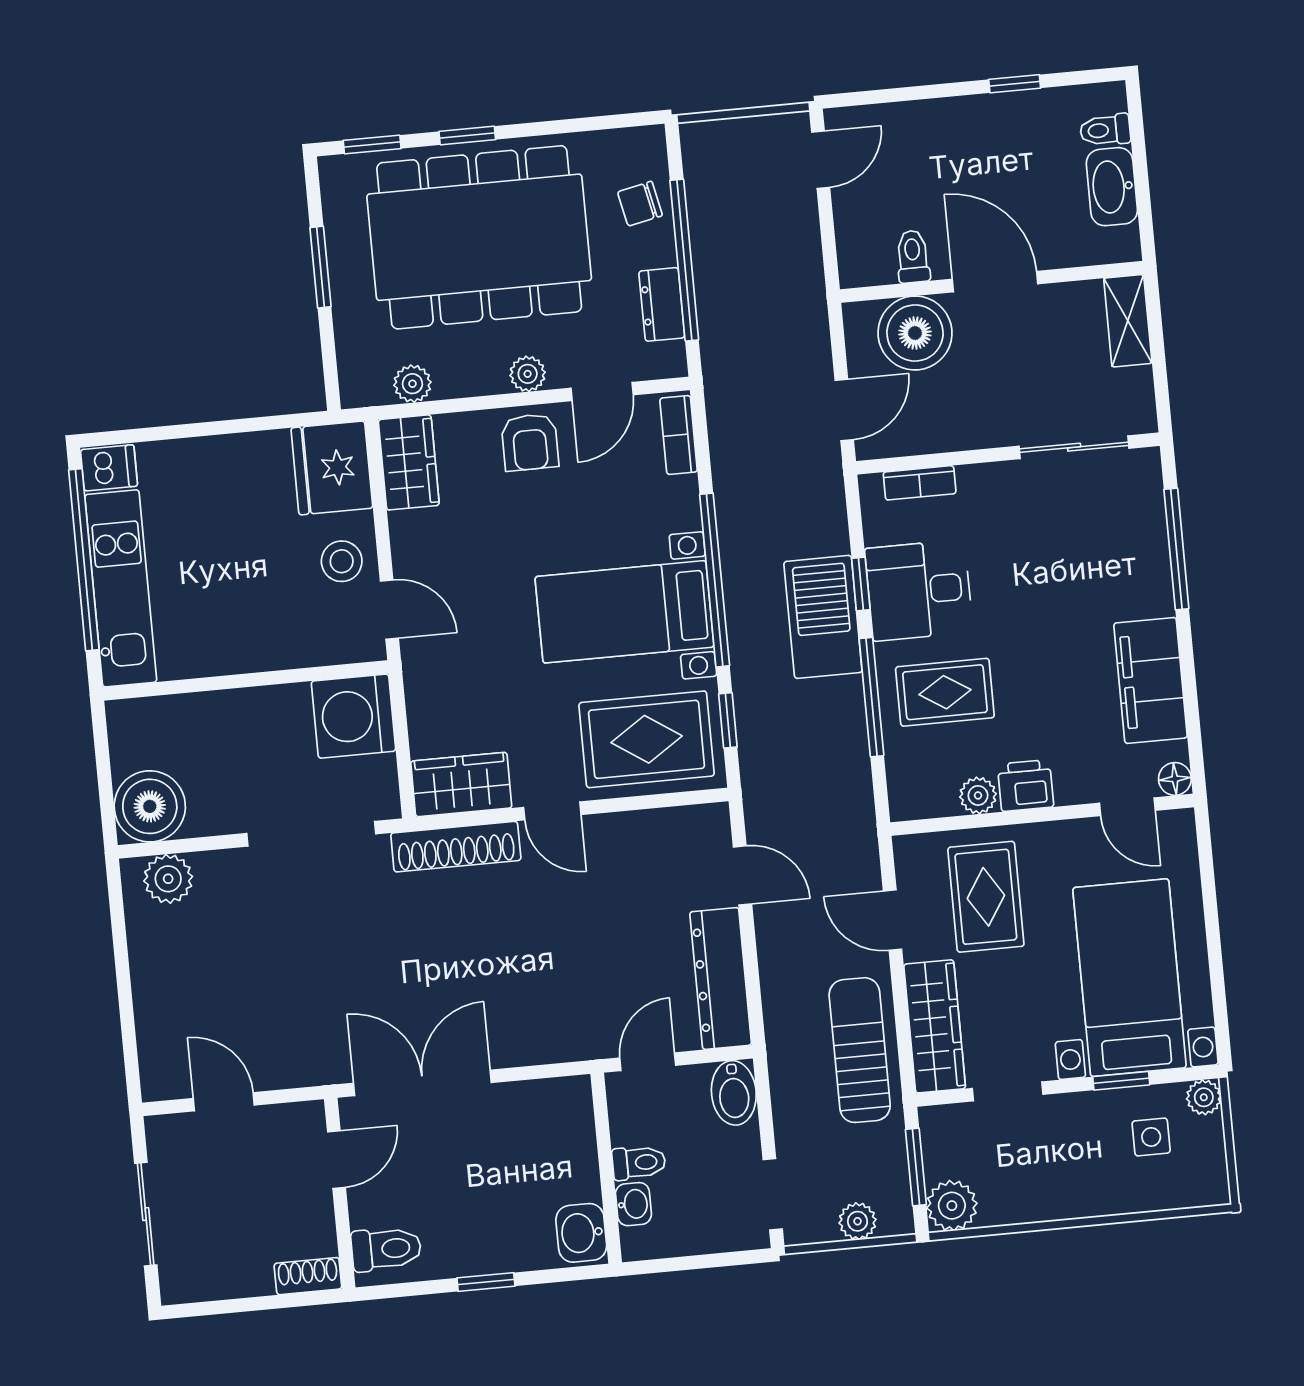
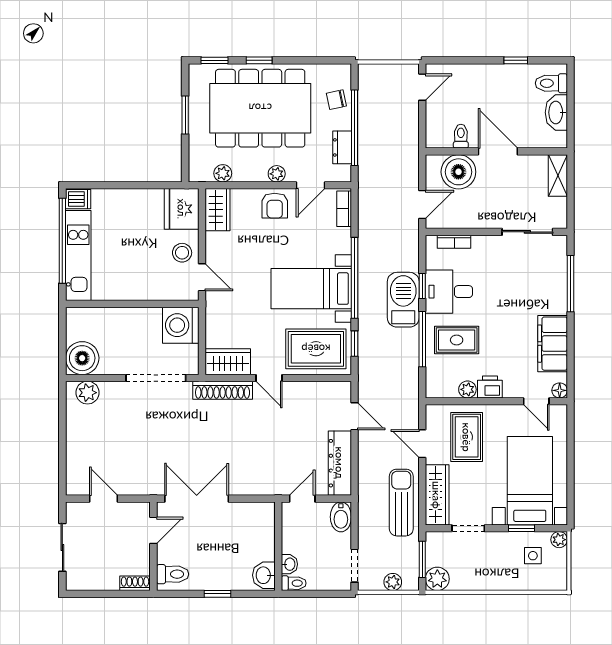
toilet: (1105, 130) -> (551, 83), width x1.37, depth x1.39
toilet: (639, 1163) -> (294, 583), moved

